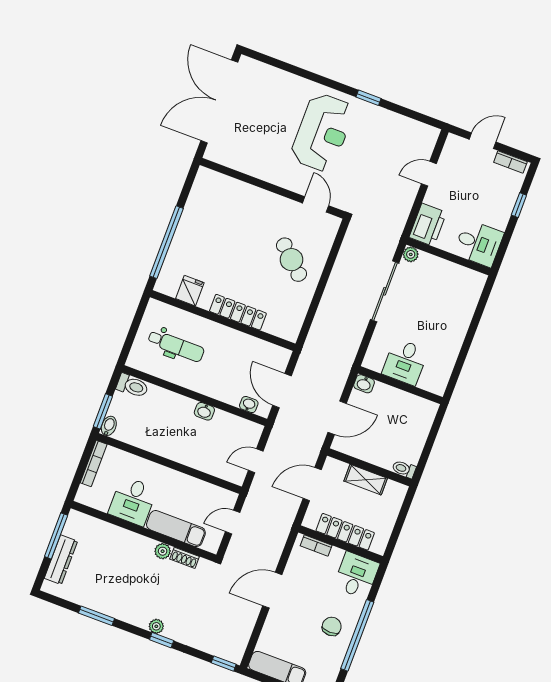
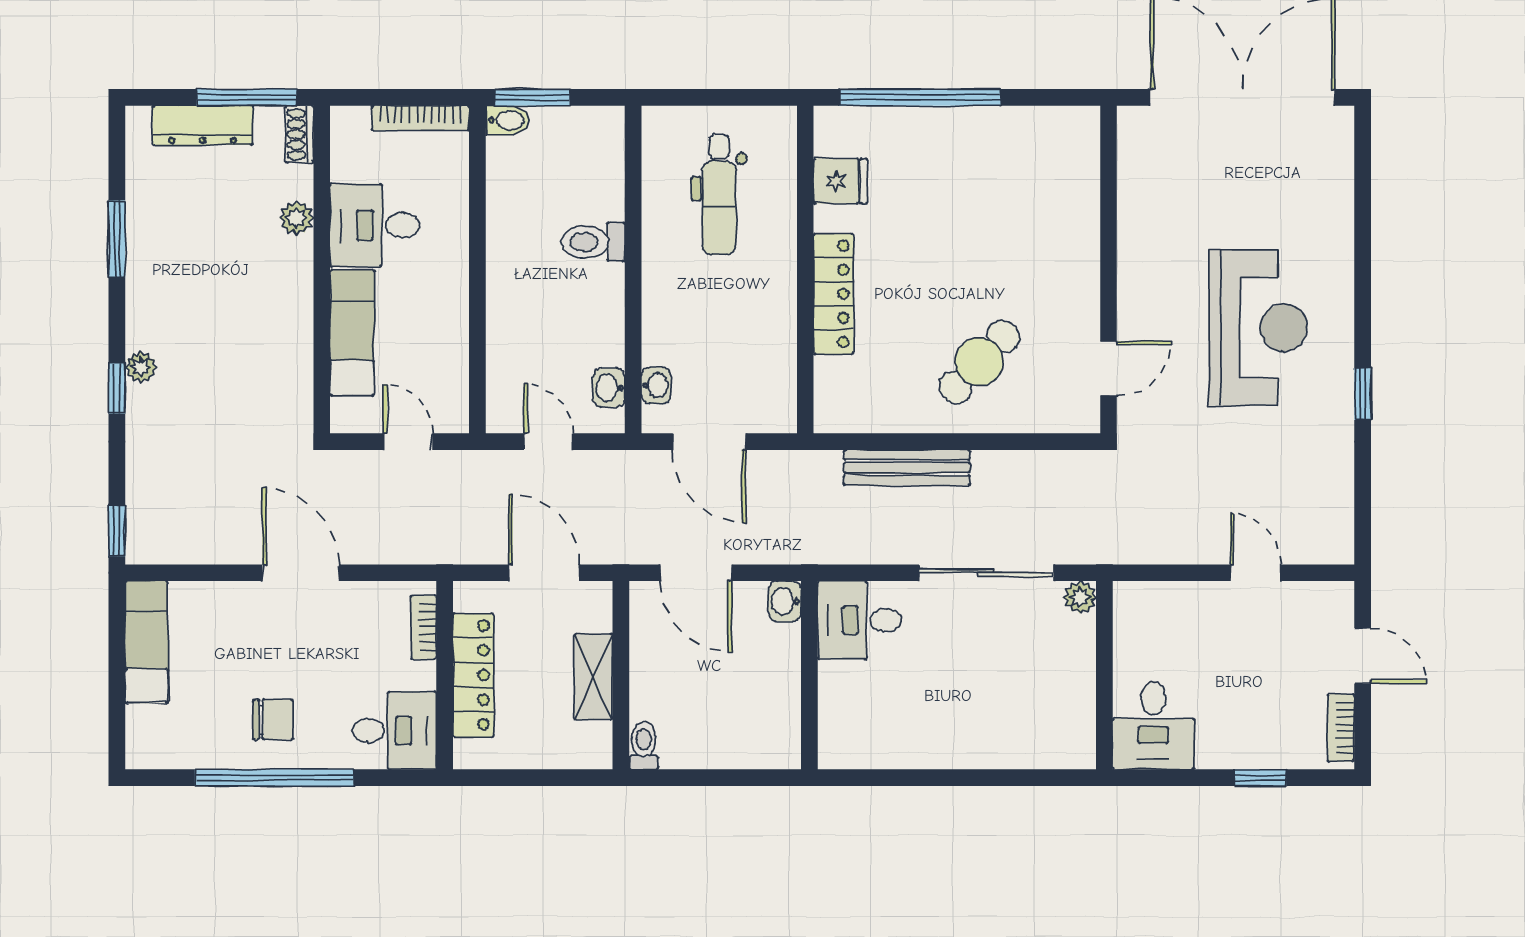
reception desk: (322, 132) -> (1258, 328), turned -90
printer: (428, 225) -> (1152, 609), removed
bench: (326, 309) -> (907, 468), added
desk: (405, 362) -> (860, 620), moved
toilet: (132, 386) -> (593, 242), moved, turned 90
door: (282, 391) -> (709, 442), swing flipped
washbasin: (204, 411) -> (609, 388), moved
plant: (163, 551) -> (296, 218), moved
shoe rack: (185, 558) -> (300, 134), moved

